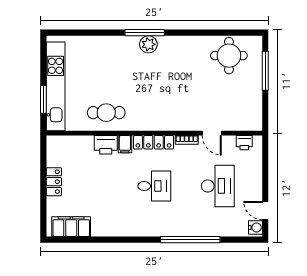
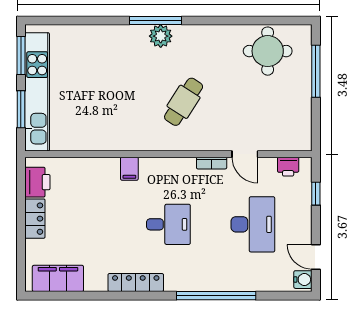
window: (43, 59) -> (21, 56), added
cafe table: (106, 113) -> (184, 102), moved, turned -57
locker: (153, 142) -> (136, 283), moved, turned 180
printer: (106, 145) -> (37, 182), moved, turned -90
window: (265, 163) -> (316, 194), added

